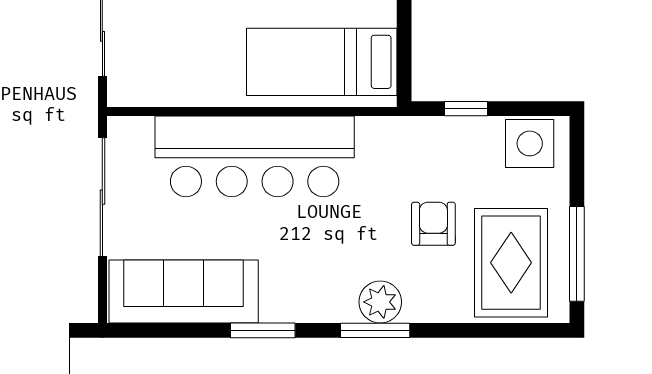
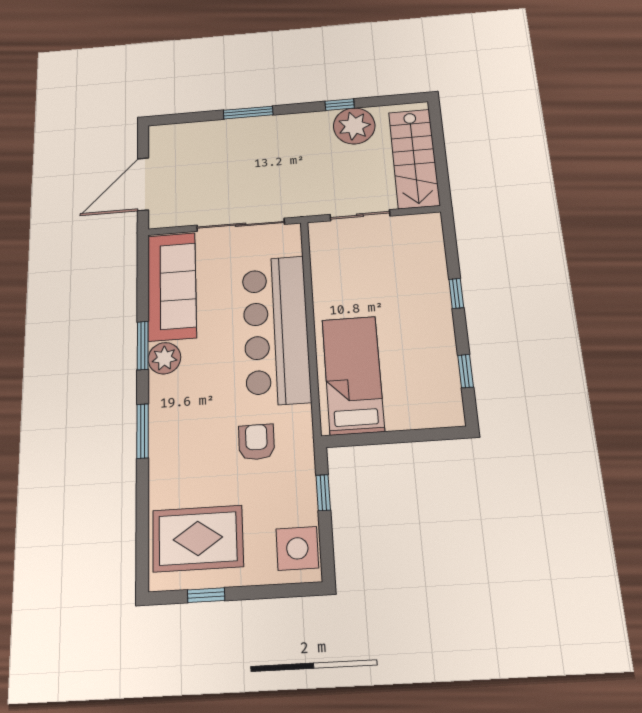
armchair: (433, 224) -> (256, 442), moved, turned -90
window: (577, 254) -> (206, 595), width x0.46
plant: (380, 302) -> (164, 358), moved

